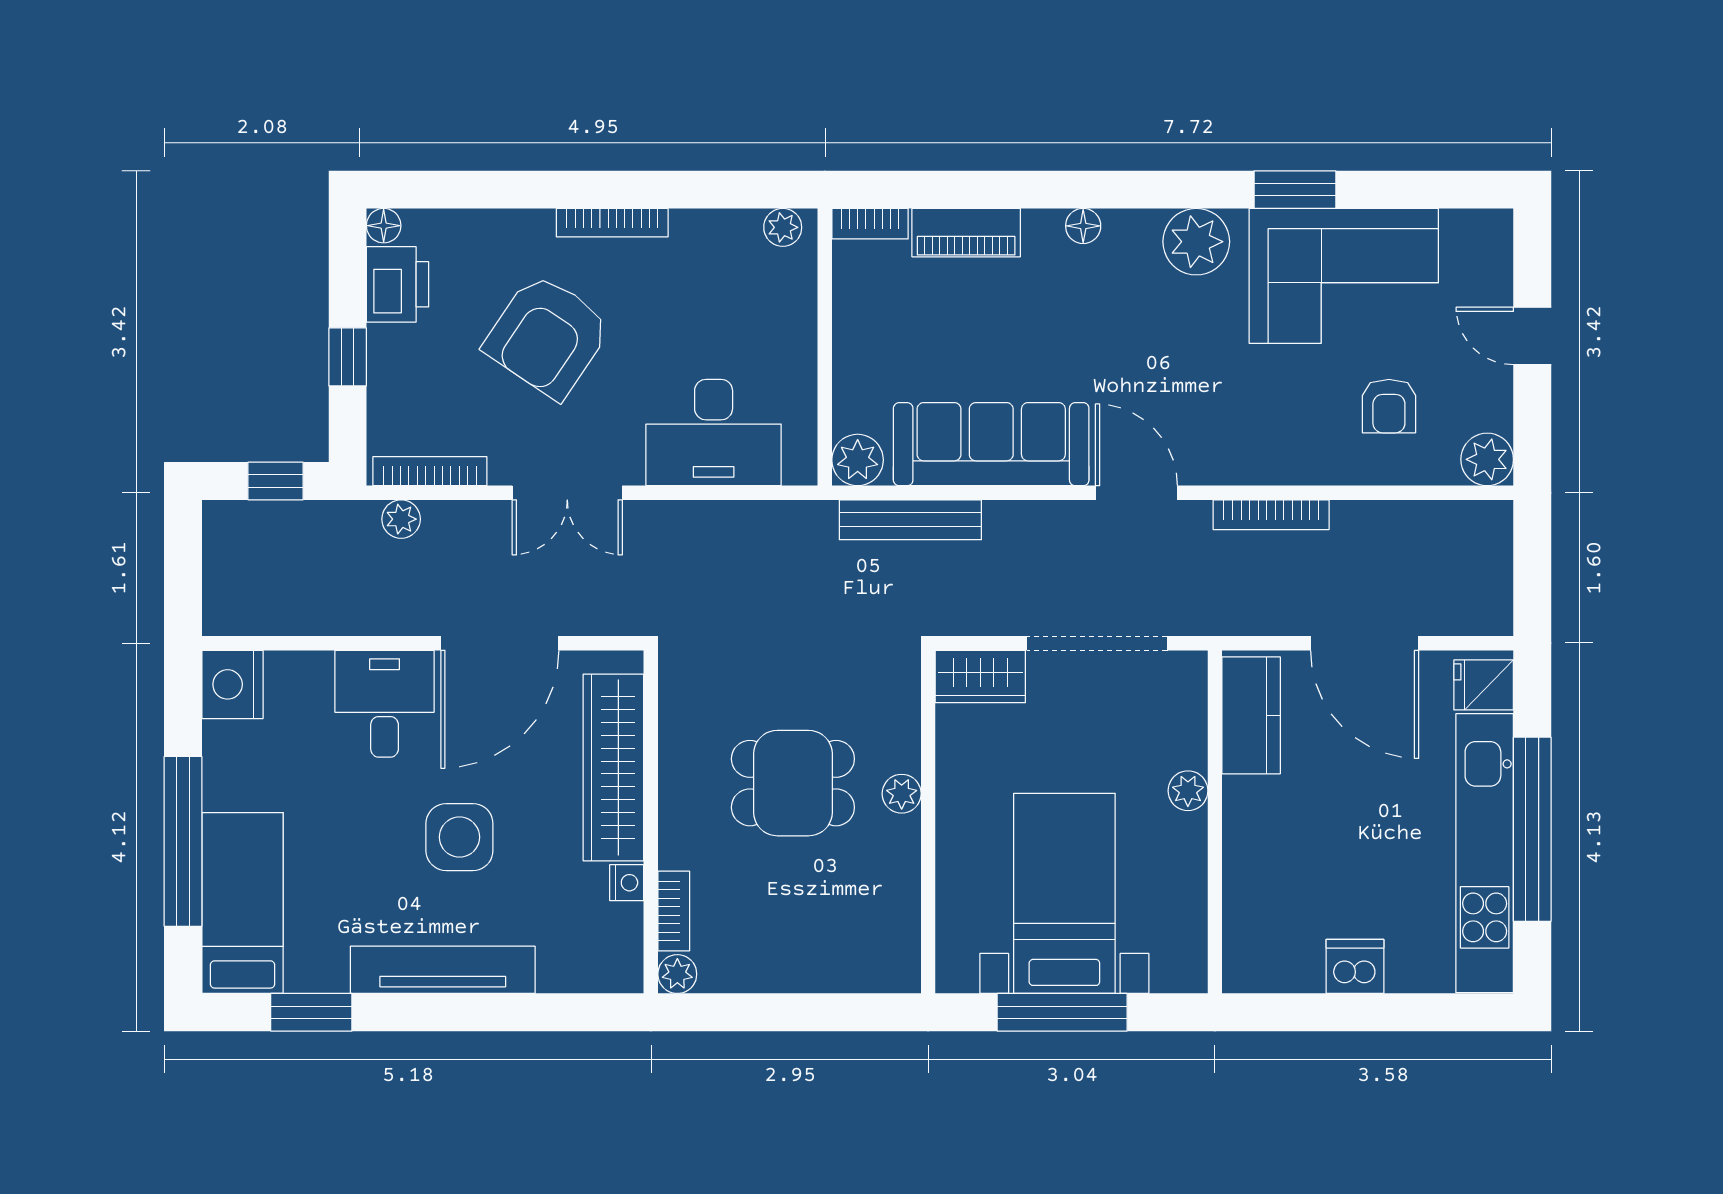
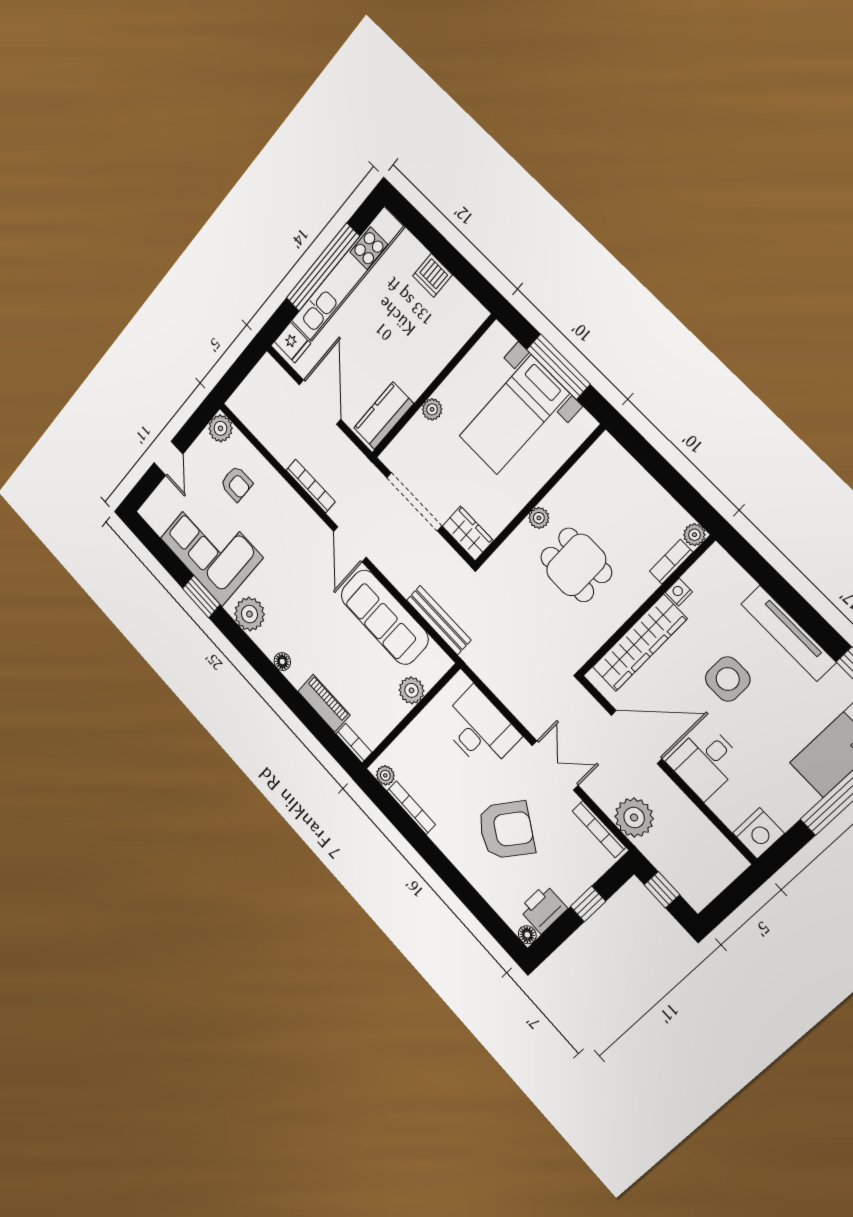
bookcase: (612, 223) -> (411, 808), moved
armchair: (1389, 406) -> (237, 484), turned 90
plant: (858, 460) -> (412, 690), moved
plant: (401, 519) -> (634, 818), width x1.87, depth x1.87

